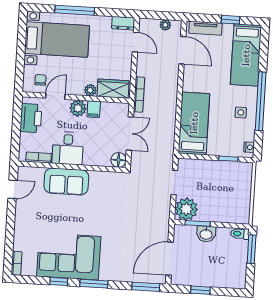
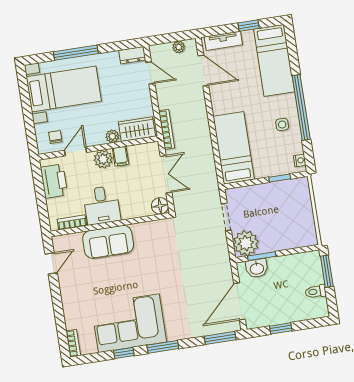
washbasin: (206, 234) -> (257, 268), moved
toilet: (240, 234) -> (316, 292), moved

